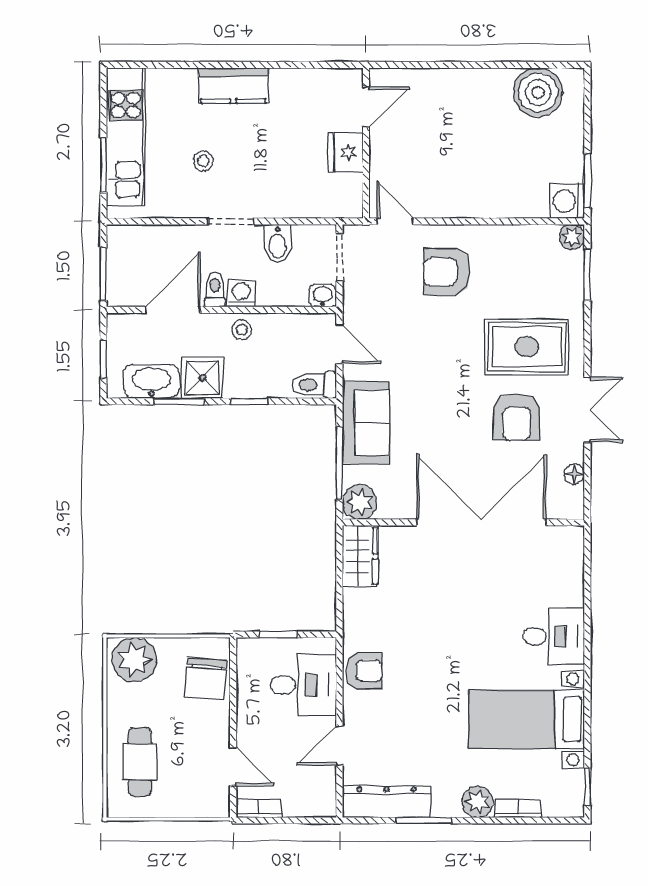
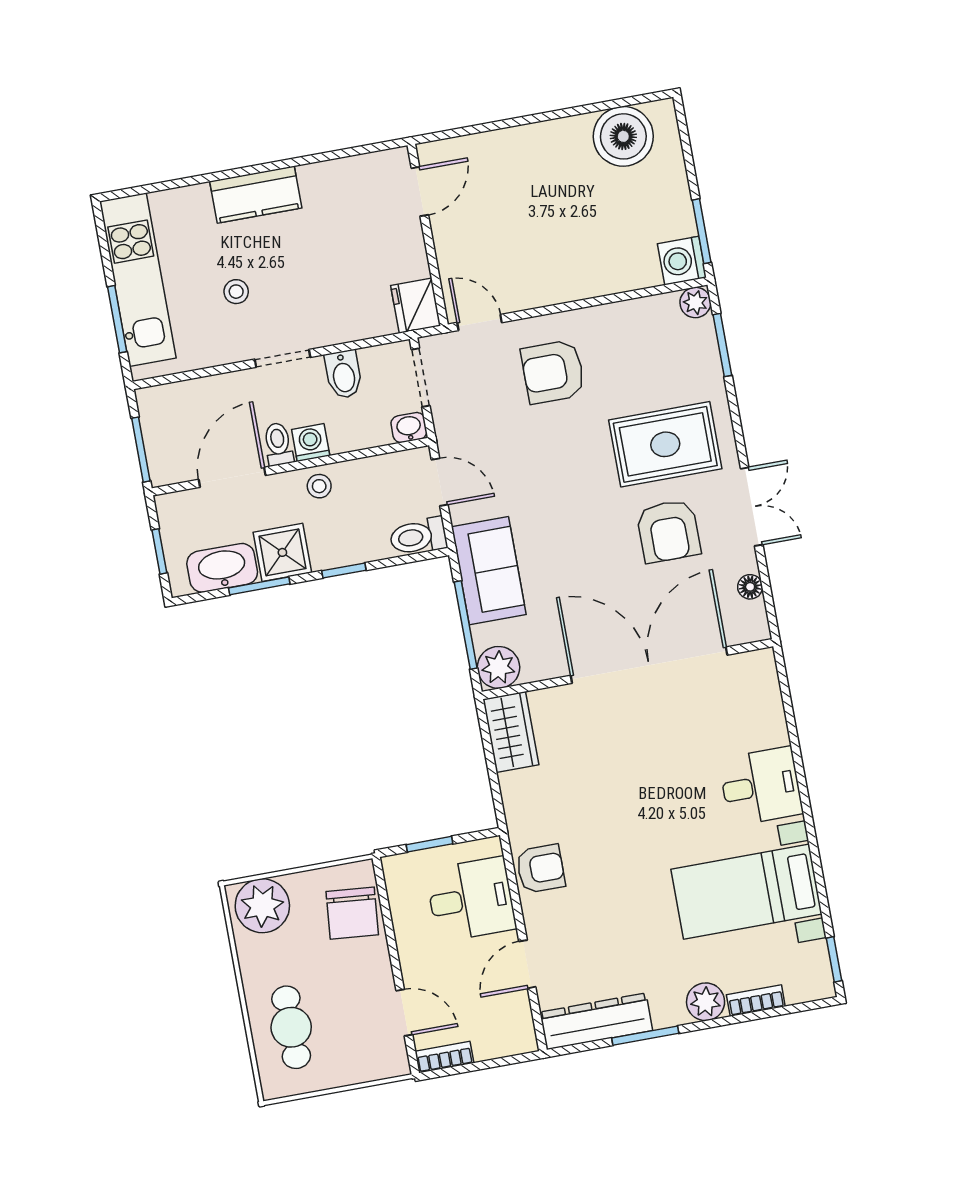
fridge: (346, 152) -> (416, 306), moved

